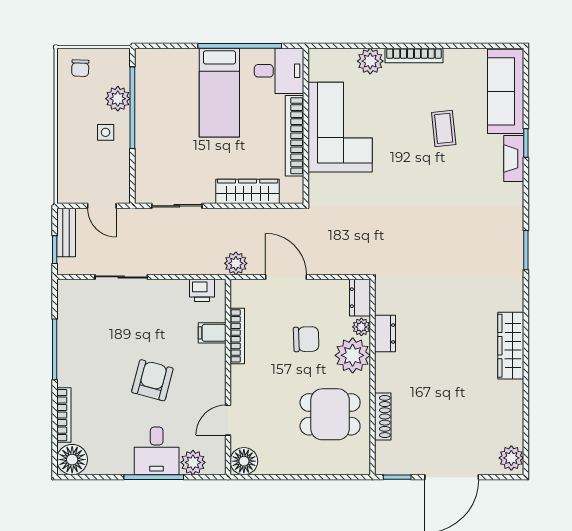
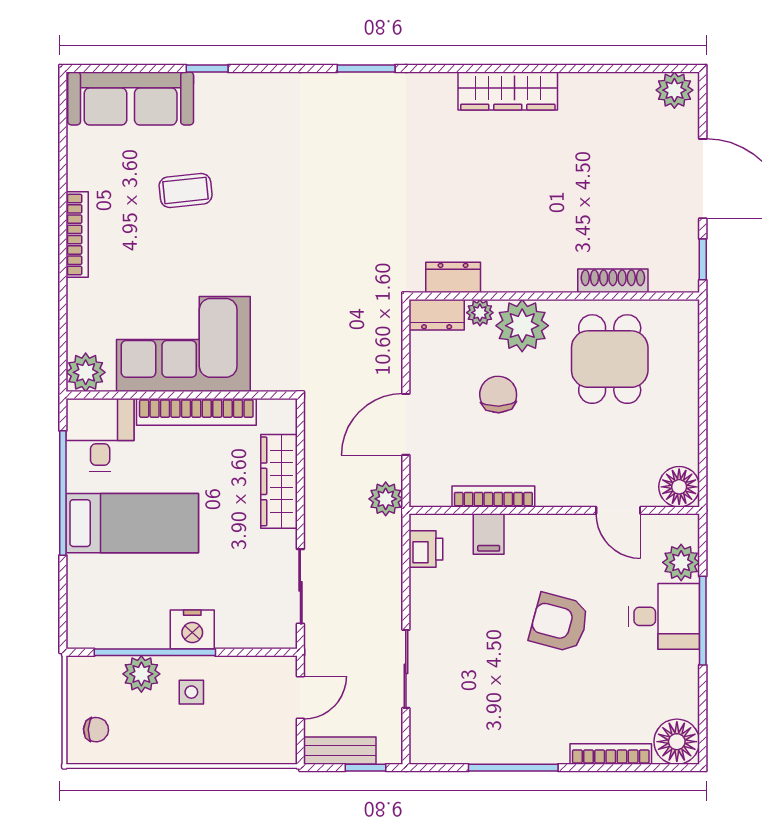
plant: (370, 61) -> (86, 372), moved
nightstand: (148, 133) -> (192, 629), added
fireplace: (514, 159) -> (230, 86), removed
dresser: (385, 334) -> (453, 277), moved

